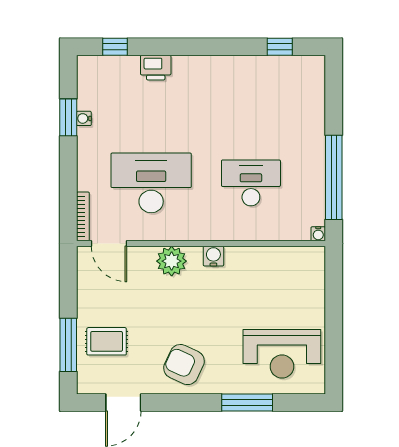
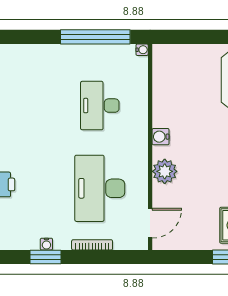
bookcase: (83, 216) -> (92, 245), moved

